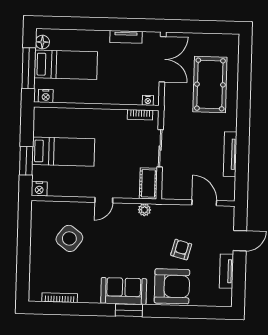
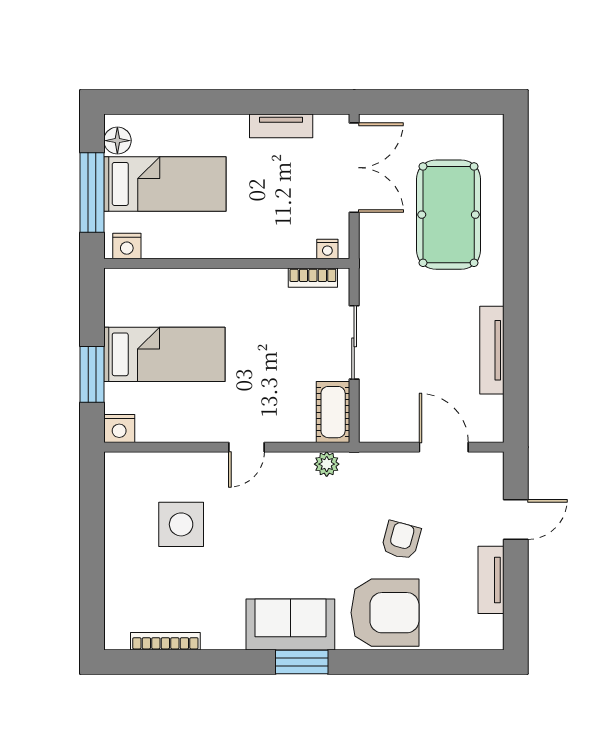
side table: (69, 238) -> (181, 524), turned -37

